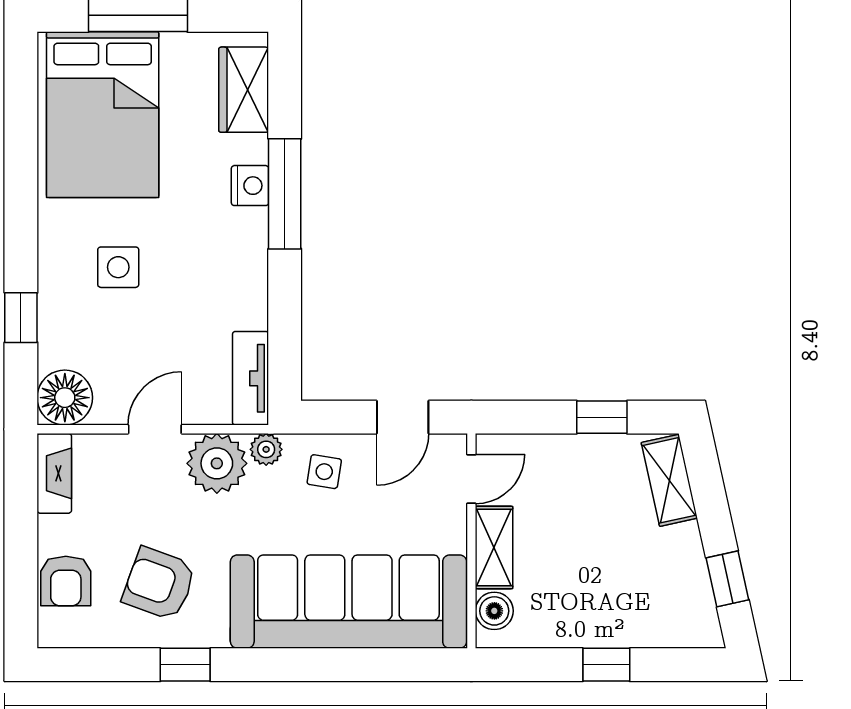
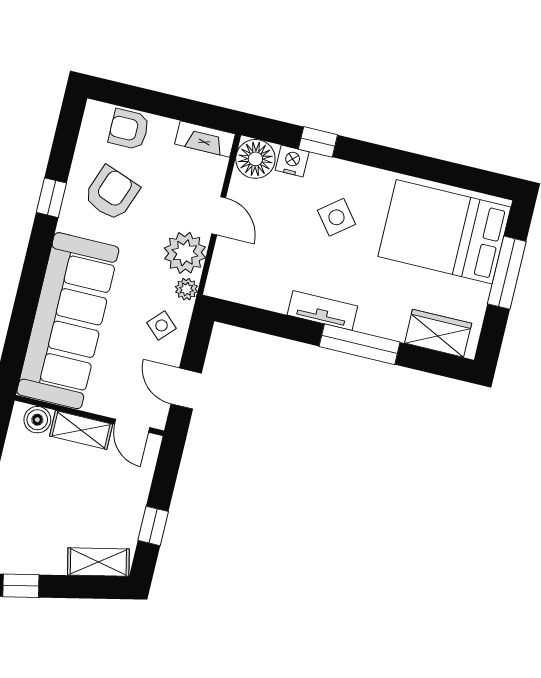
nightstand: (250, 186) -> (292, 161), moved, turned 180
side table: (118, 267) -> (337, 217), turned -38
tv unit: (251, 378) -> (322, 310), moved
side table: (324, 472) -> (162, 325), turned 34

